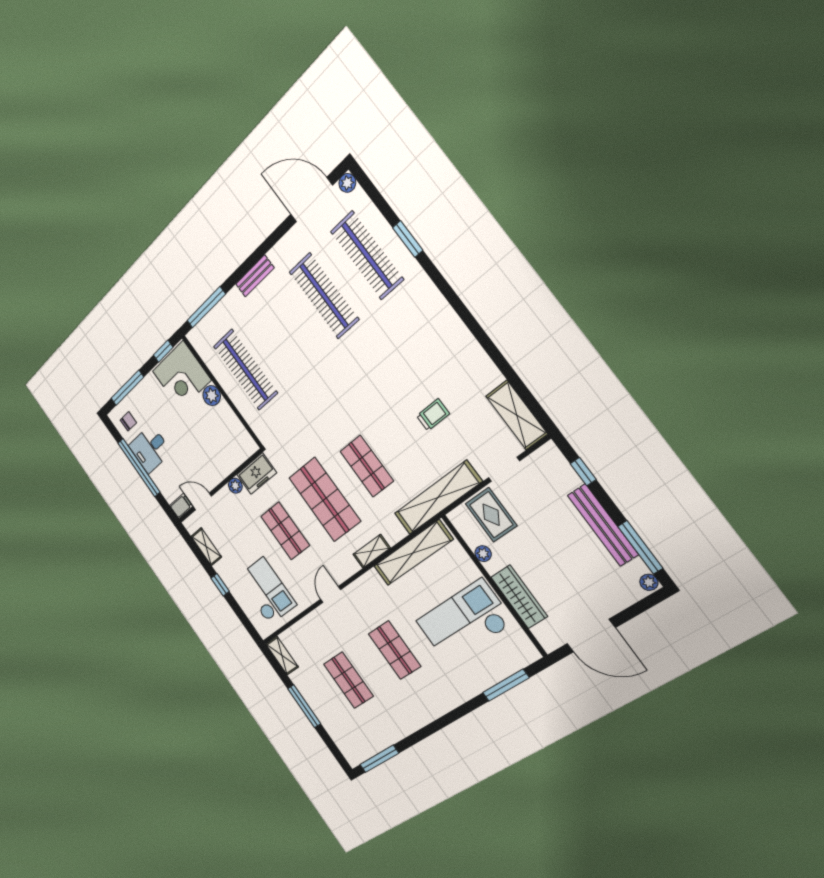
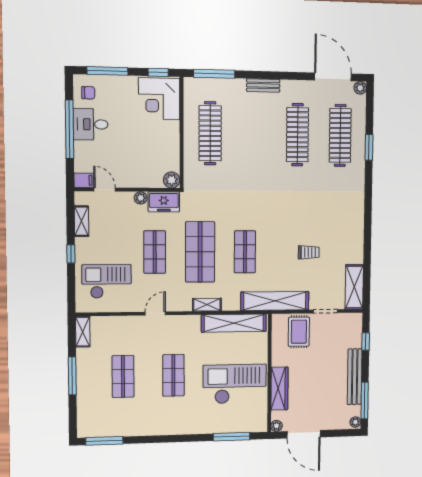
plant: (212, 396) -> (172, 180), moved
plant: (483, 554) -> (276, 426), moved
checkout: (266, 591) -> (107, 281), turned -90

